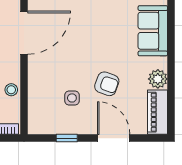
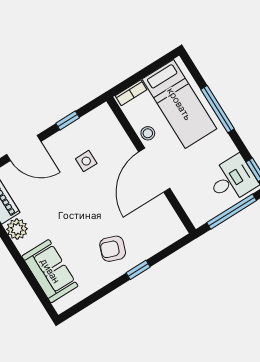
door: (24, 33) -> (154, 170), moved
armchair: (107, 84) -> (113, 249), moved

